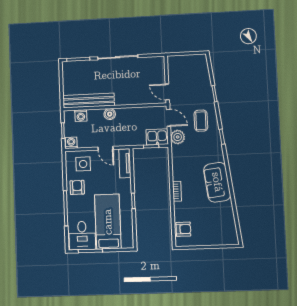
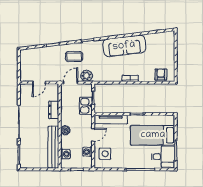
door: (167, 92) -> (39, 83), moved
dresser: (134, 99) -> (54, 110), added
kitchen sink: (157, 137) -> (86, 106), moved
washing machine: (71, 143) -> (87, 152), moved
tv unit: (125, 163) -> (111, 120), width x1.41
sofa: (217, 182) -> (124, 46), width x1.36
armchair: (77, 187) -> (124, 159), removed

